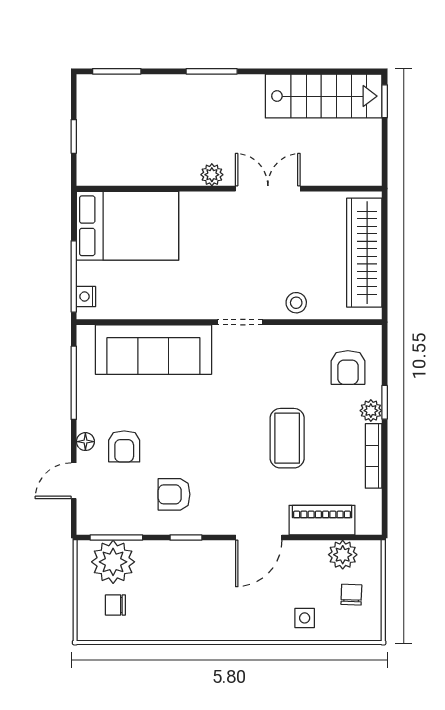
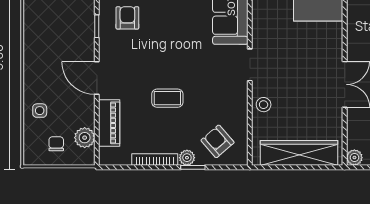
plant: (212, 175) -> (354, 158), moved
armchair: (348, 368) -> (218, 141), turned 49
coffee table: (287, 438) -> (167, 98), width x0.73, depth x0.77
chair: (351, 595) -> (56, 144), turned -92

